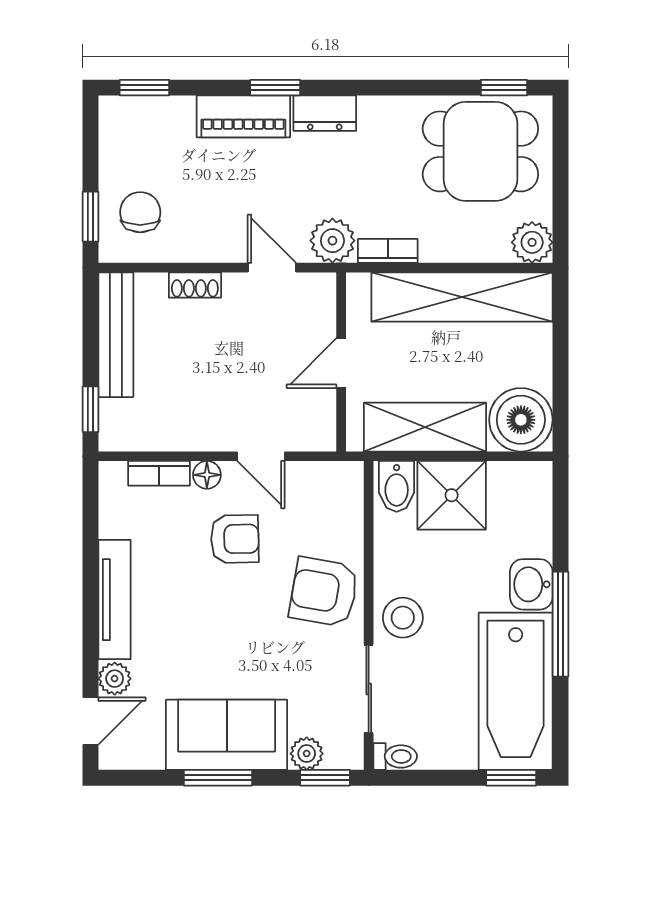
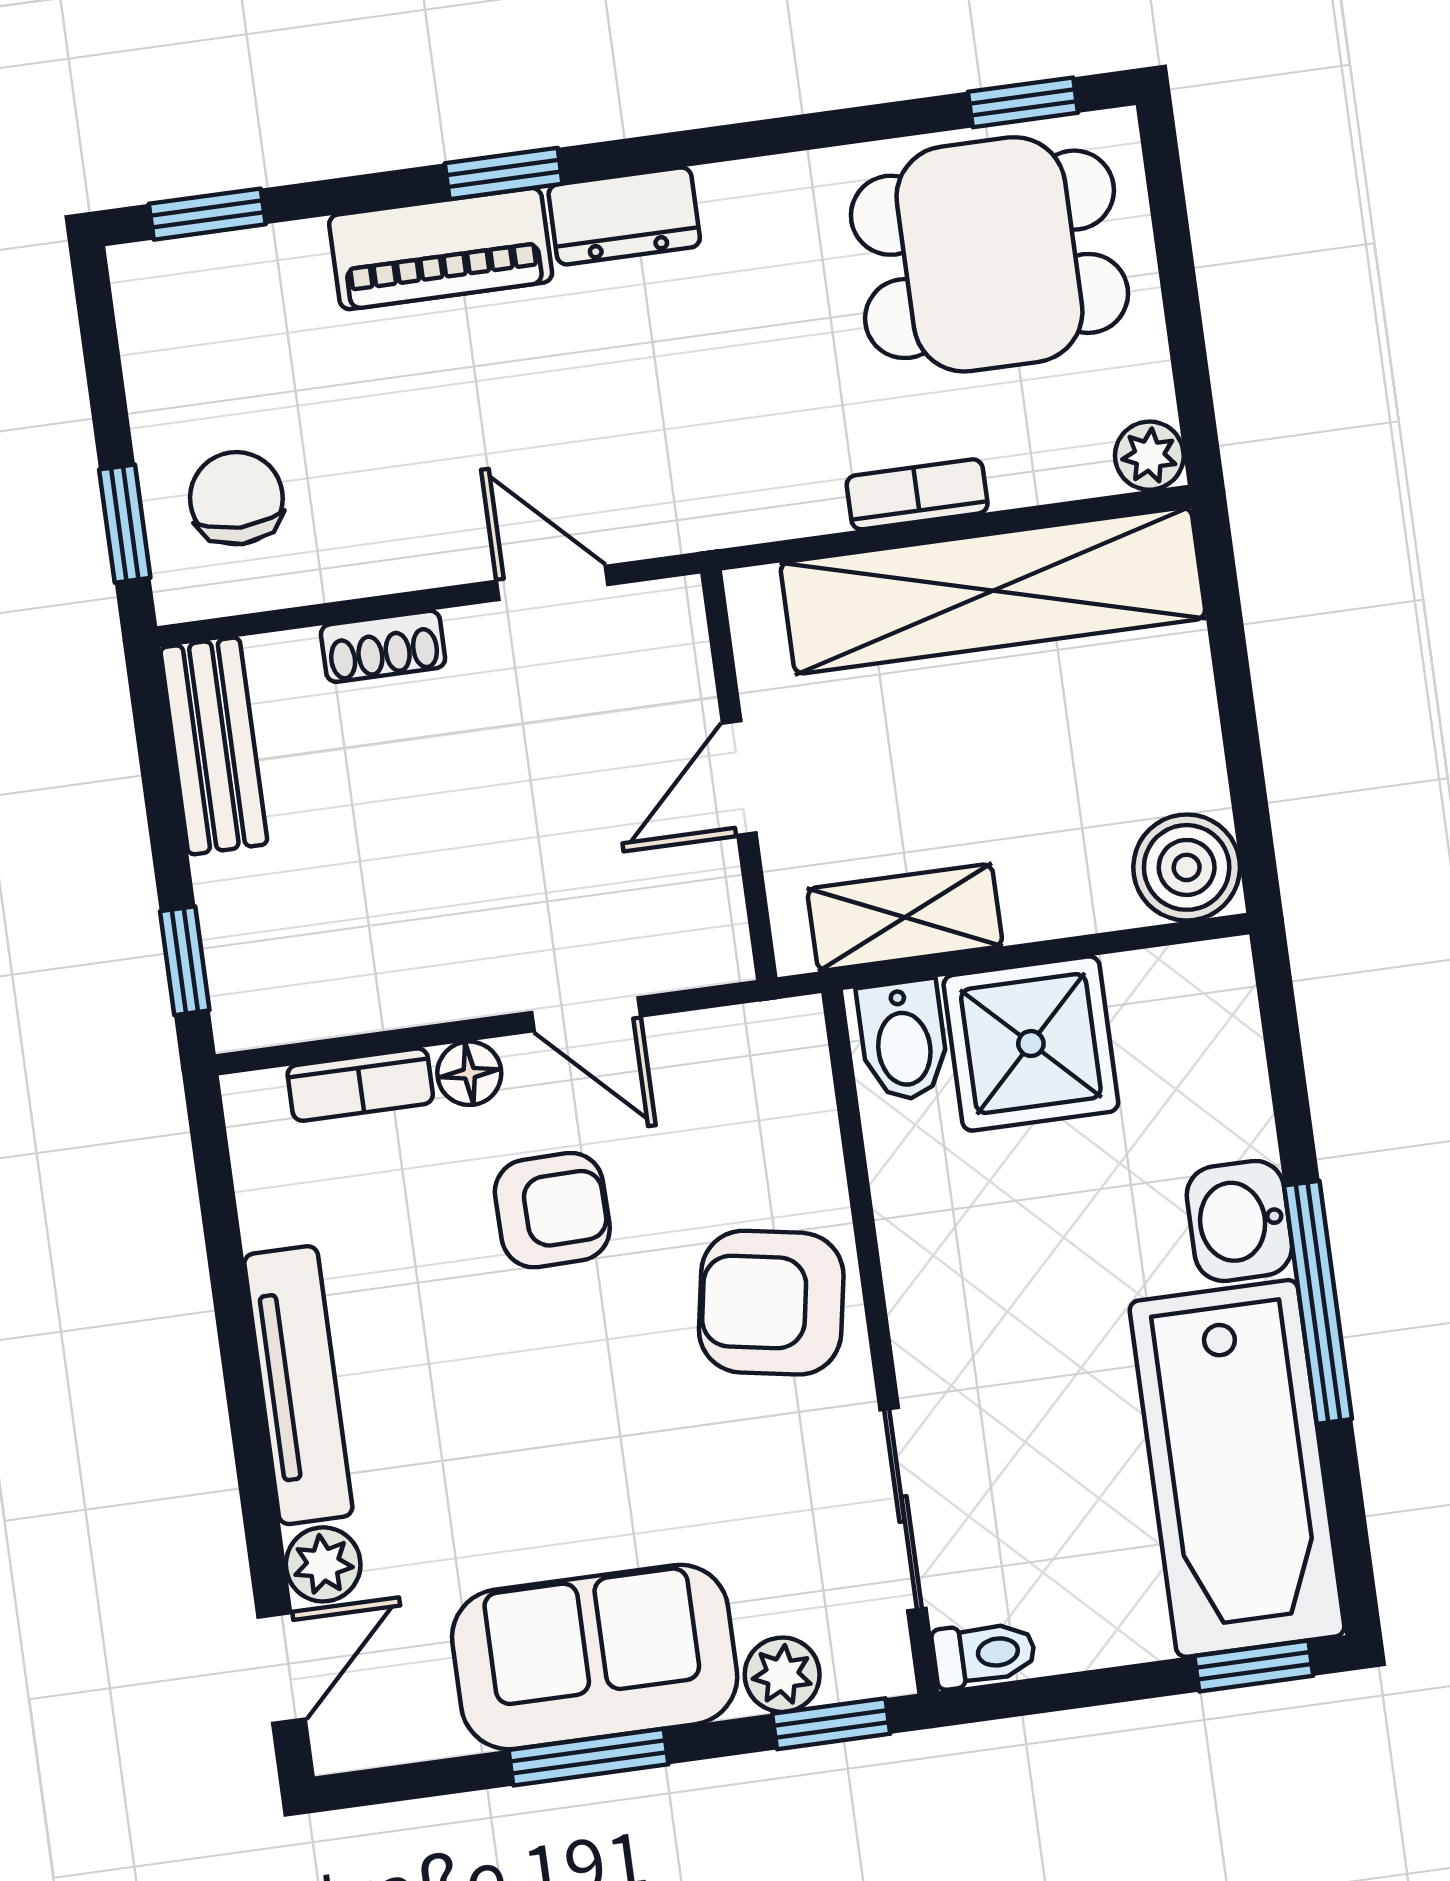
plant: (332, 241) -> (681, 503), removed
plant: (532, 242) -> (1149, 456), width x0.73, depth x0.73
bookcase: (388, 251) -> (917, 494), moved
bench: (116, 335) -> (214, 746), width x0.73
boiler: (521, 420) -> (1187, 867), width x0.73, depth x0.73
shelving: (425, 427) -> (905, 917), width x0.67, depth x0.75
stool: (403, 618) -> (958, 1337), removed

